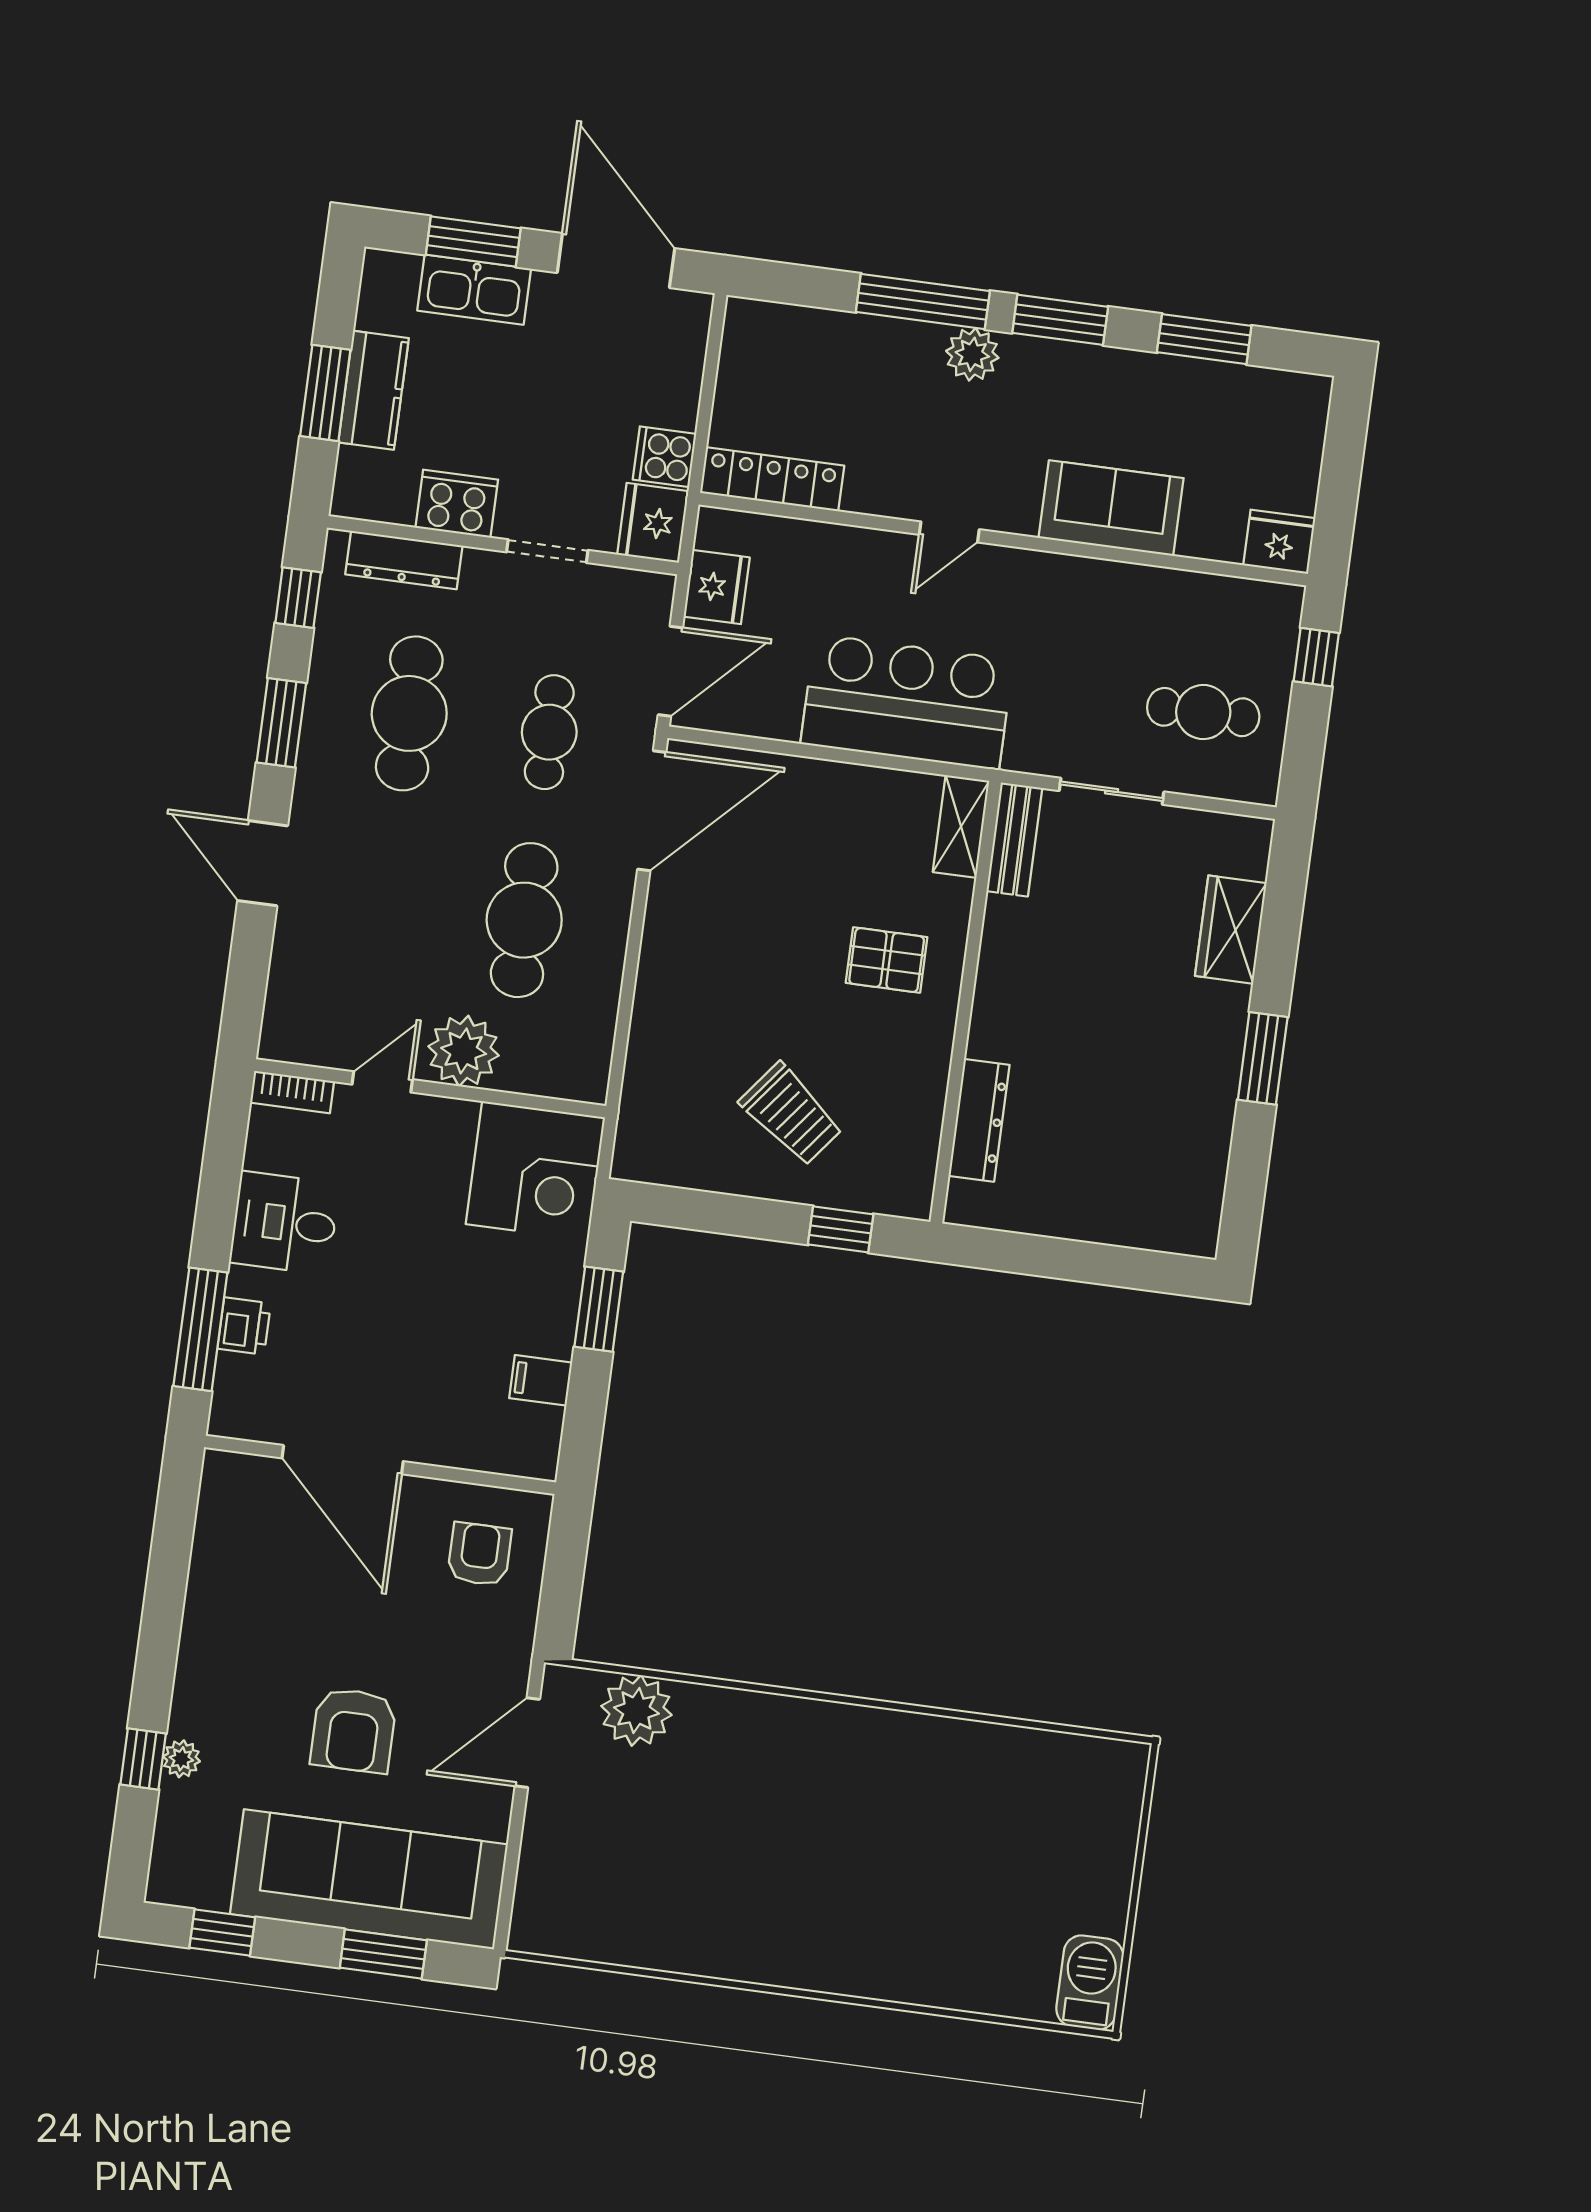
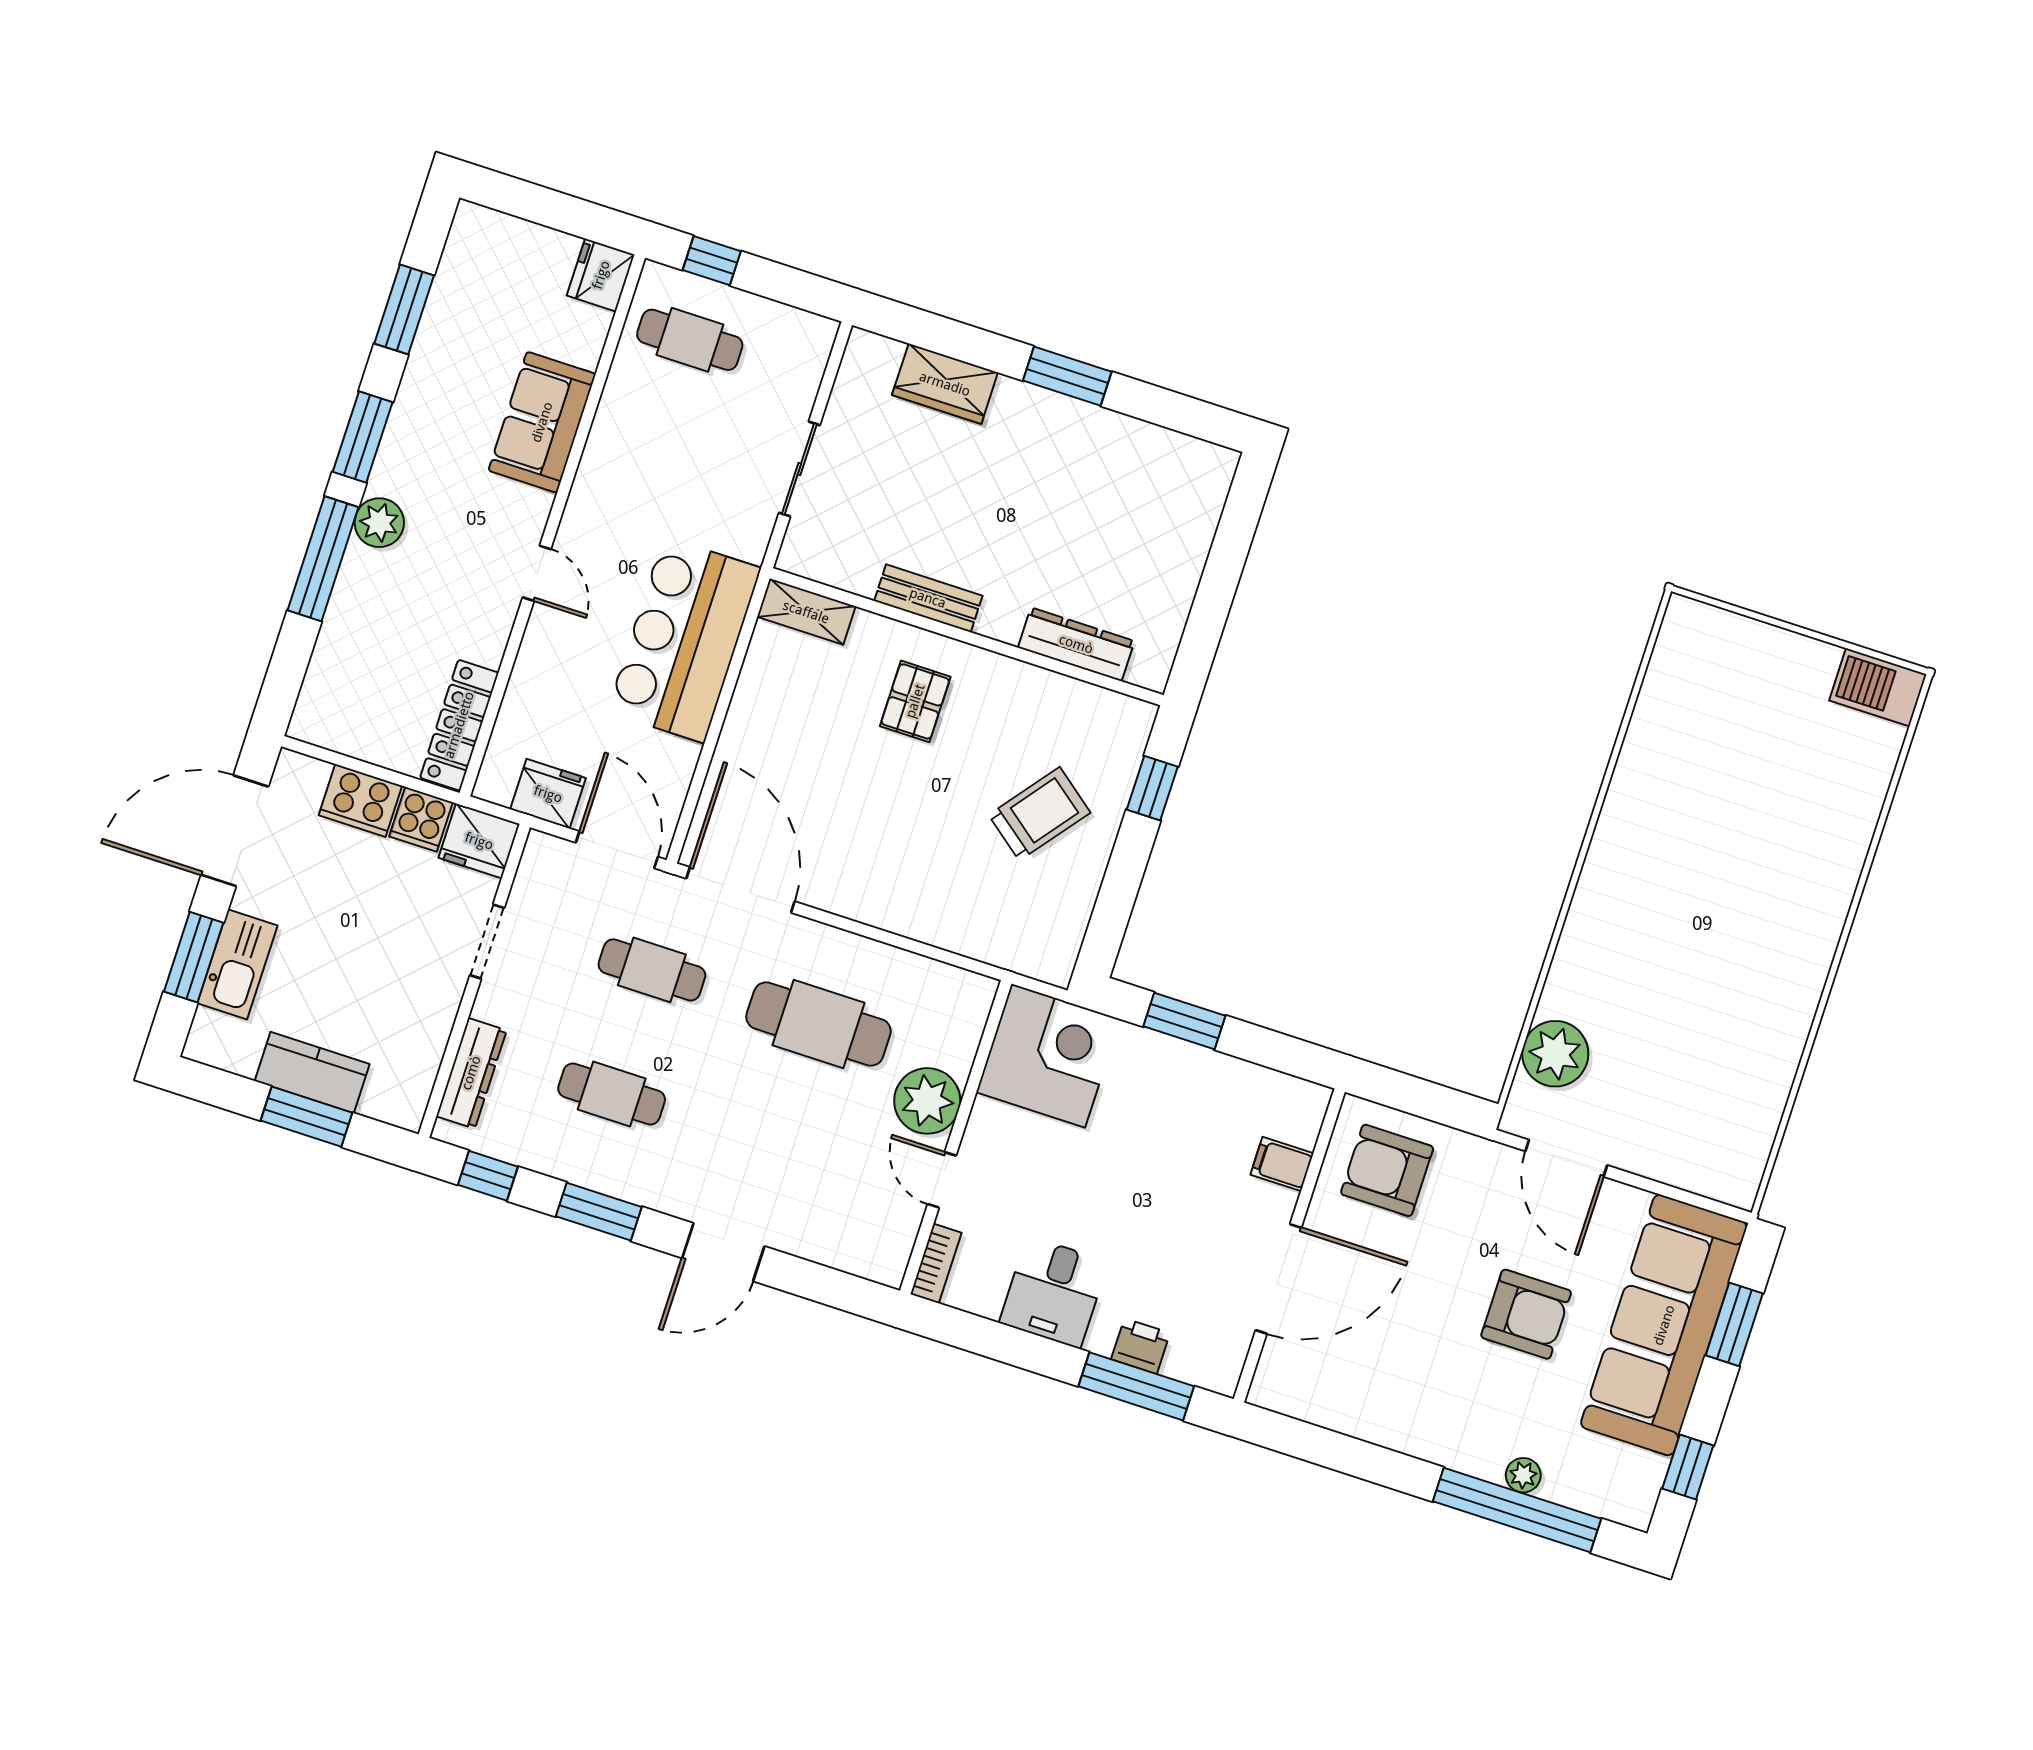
cooker: (457, 504) -> (360, 800), moved, turned -90
cafe table: (1203, 712) -> (690, 340), moved, turned 90
cafe table: (409, 713) -> (612, 1094), width x0.73, depth x0.74
bench: (1014, 839) -> (928, 598), moved
filing cabinet: (541, 1380) -> (1282, 1164), moved, turned 90
armchair: (479, 1554) -> (1387, 1170), width x1.38, depth x1.38
window: (143, 1759) -> (1517, 1510), width x3.17

